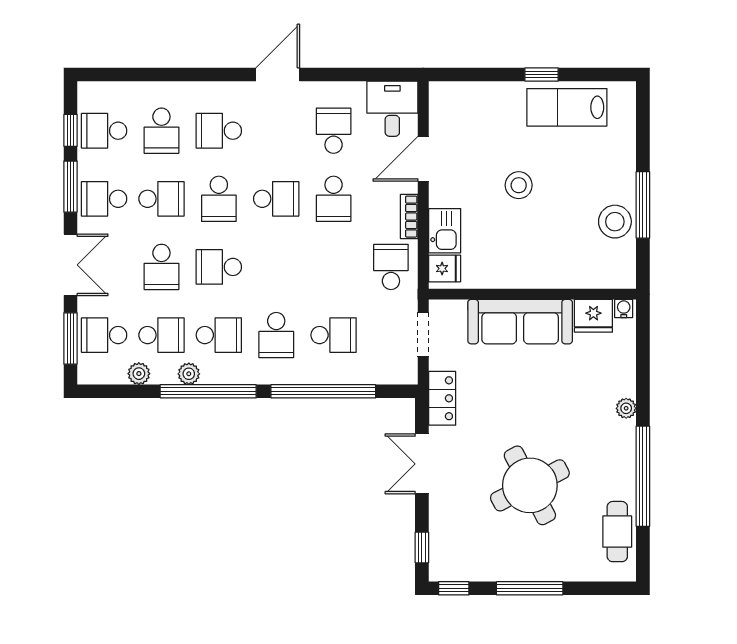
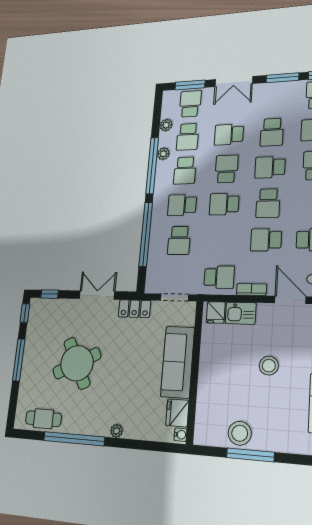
school desk: (104, 199) -> (224, 204), moved, turned -90

